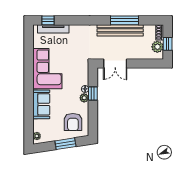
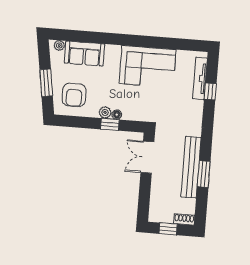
window: (48, 20) -> (210, 91), moved
window: (124, 20) -> (204, 174), width x0.69
plant: (157, 47) -> (165, 215), removed
sofa: (41, 104) -> (84, 53), moved
armchair: (73, 122) -> (74, 95), turned -90

